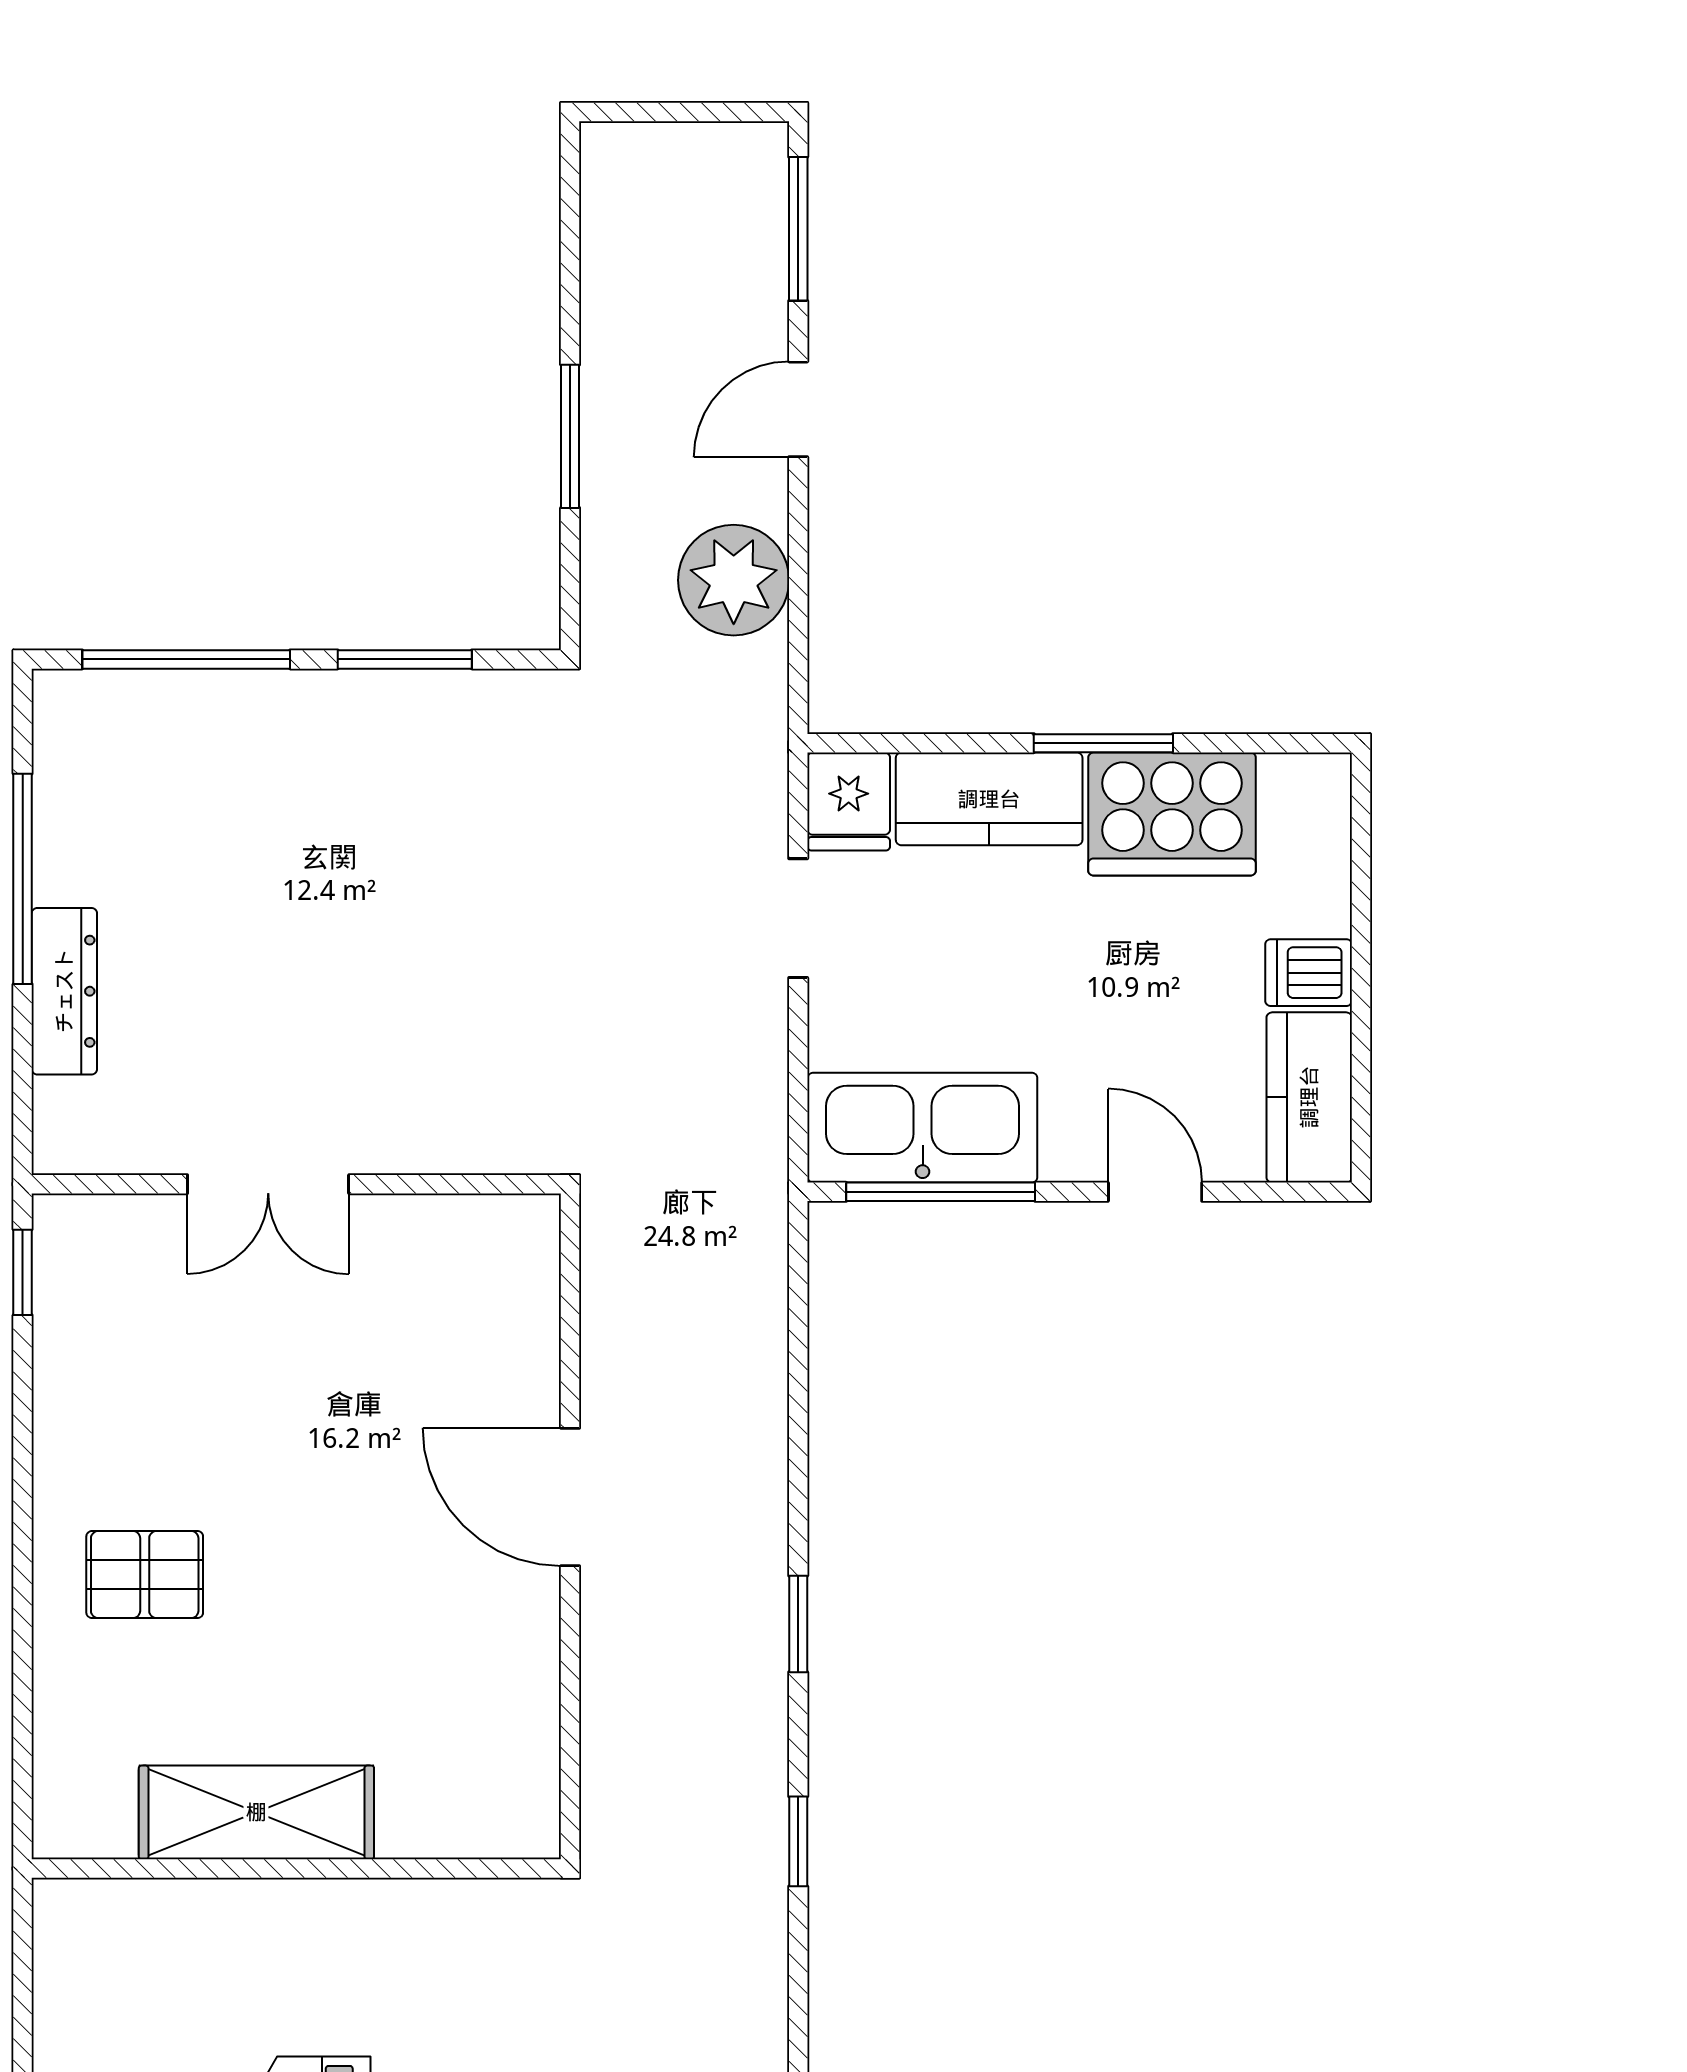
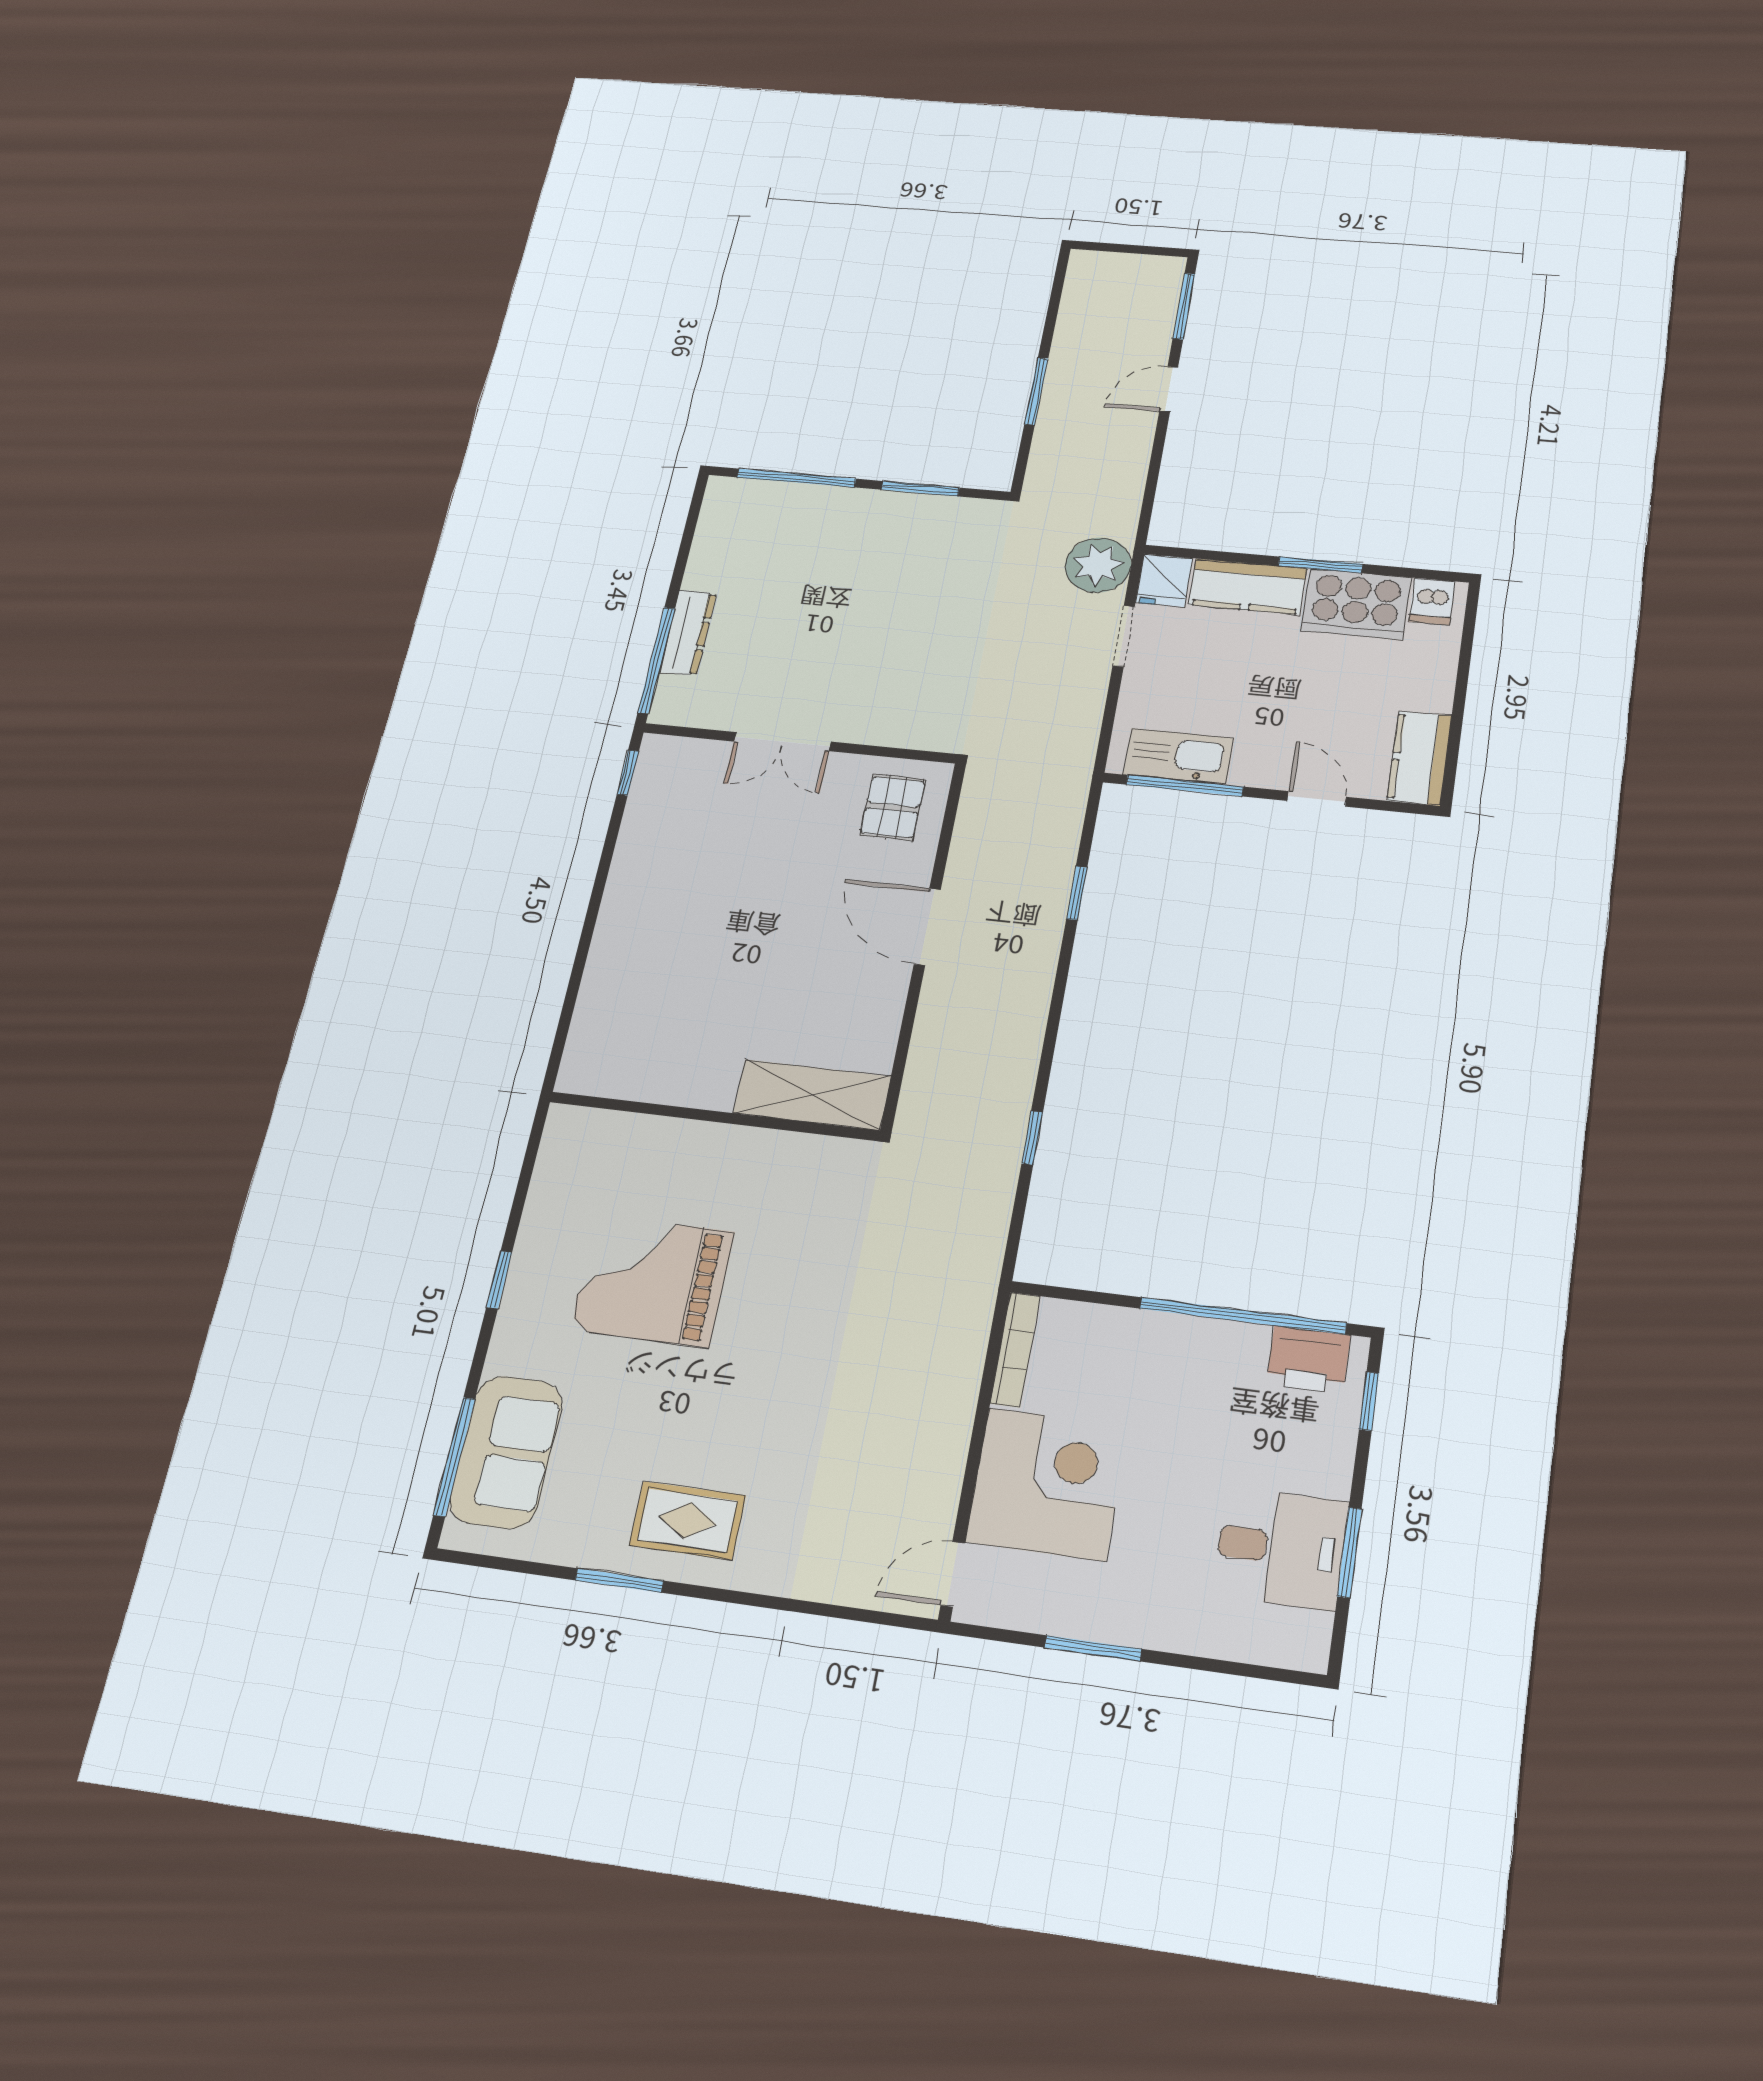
plant: (734, 580) -> (1098, 565), moved
window: (23, 879) -> (656, 660), moved
dishwasher: (1309, 973) -> (1432, 601), moved, turned -90
kitchen sink: (923, 1128) -> (1178, 756), width x0.73, depth x0.81
pallet: (145, 1575) -> (893, 807), moved, turned 90
window: (798, 1624) -> (1077, 893), moved
shelving: (256, 1812) -> (812, 1095), moved

